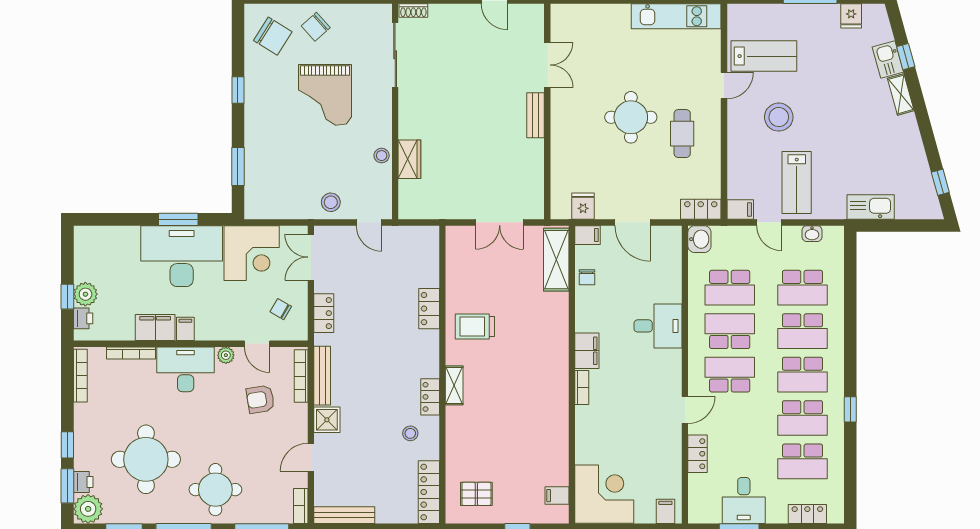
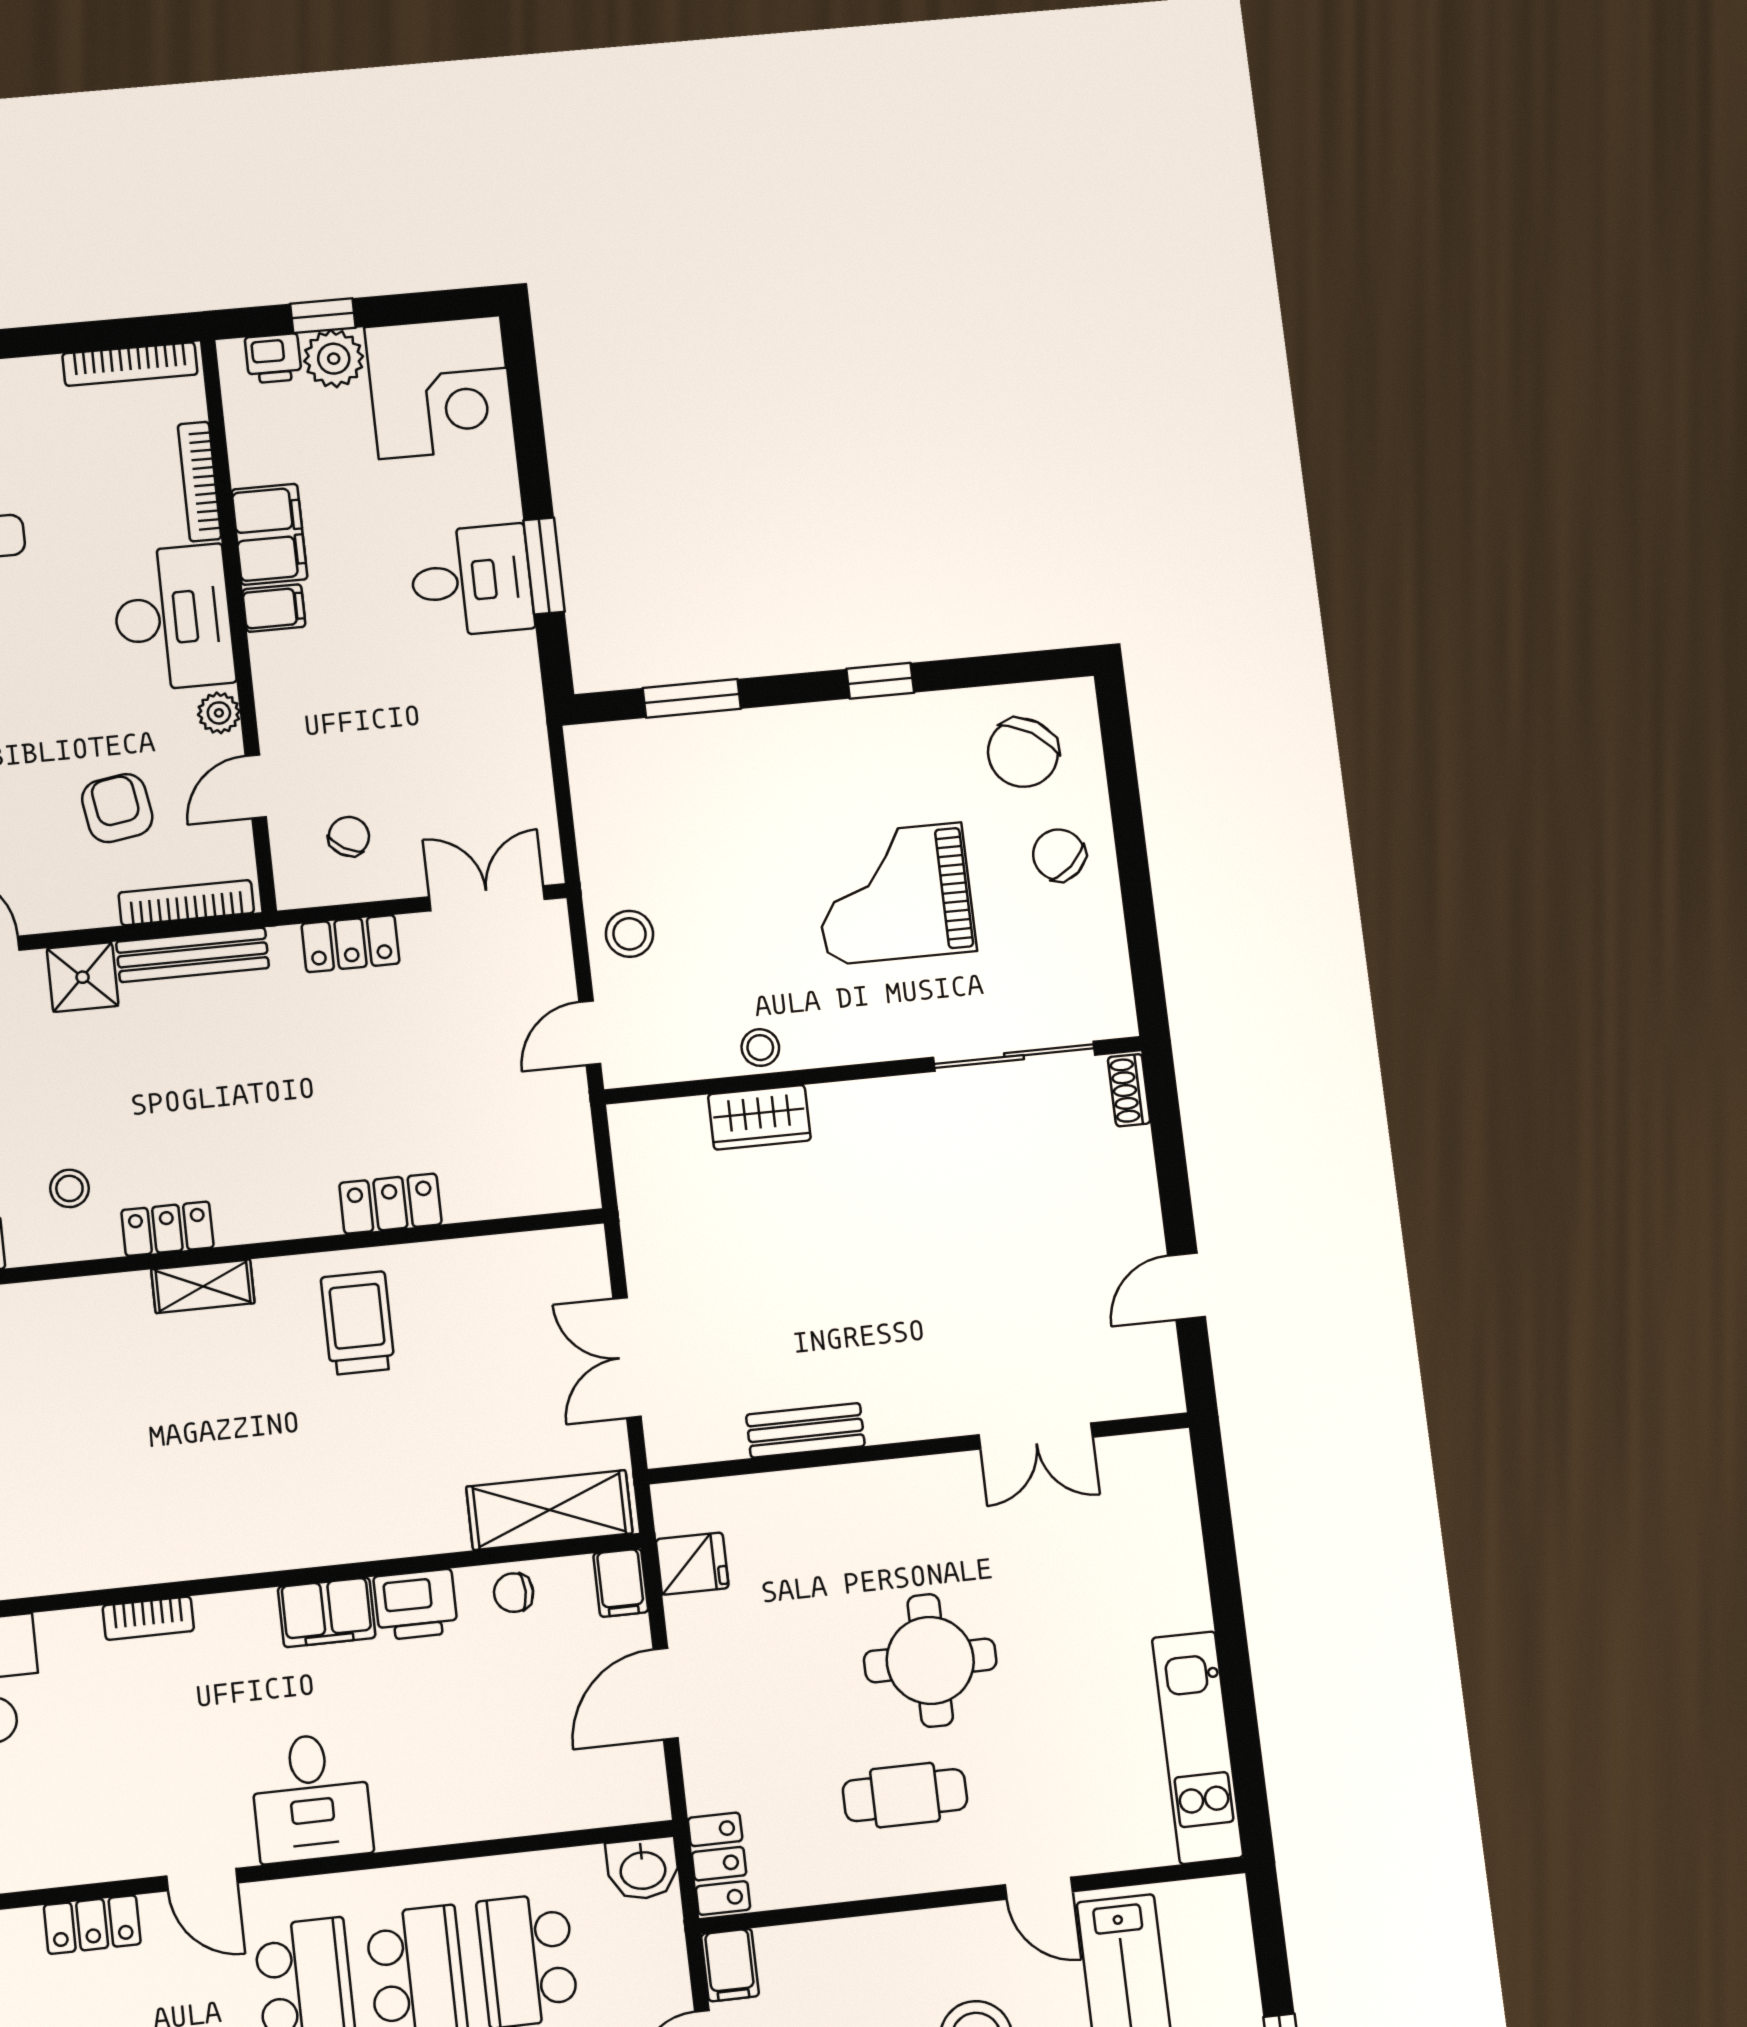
bench: (535, 115) -> (805, 1430), moved
corner desk: (252, 253) -> (440, 387), moved, turned -90
desk: (182, 256) -> (471, 581), width x0.53, depth x0.77
printer: (588, 316) -> (416, 1605), added
desk: (658, 326) -> (311, 1797), moved
bookcase: (582, 387) -> (148, 1618), moved

